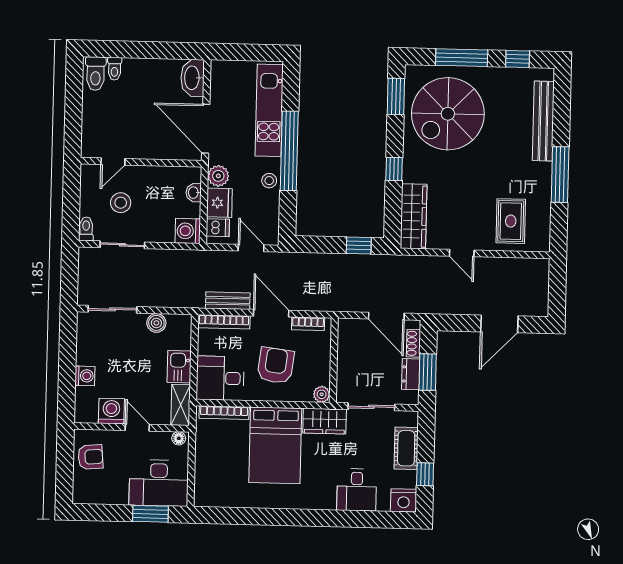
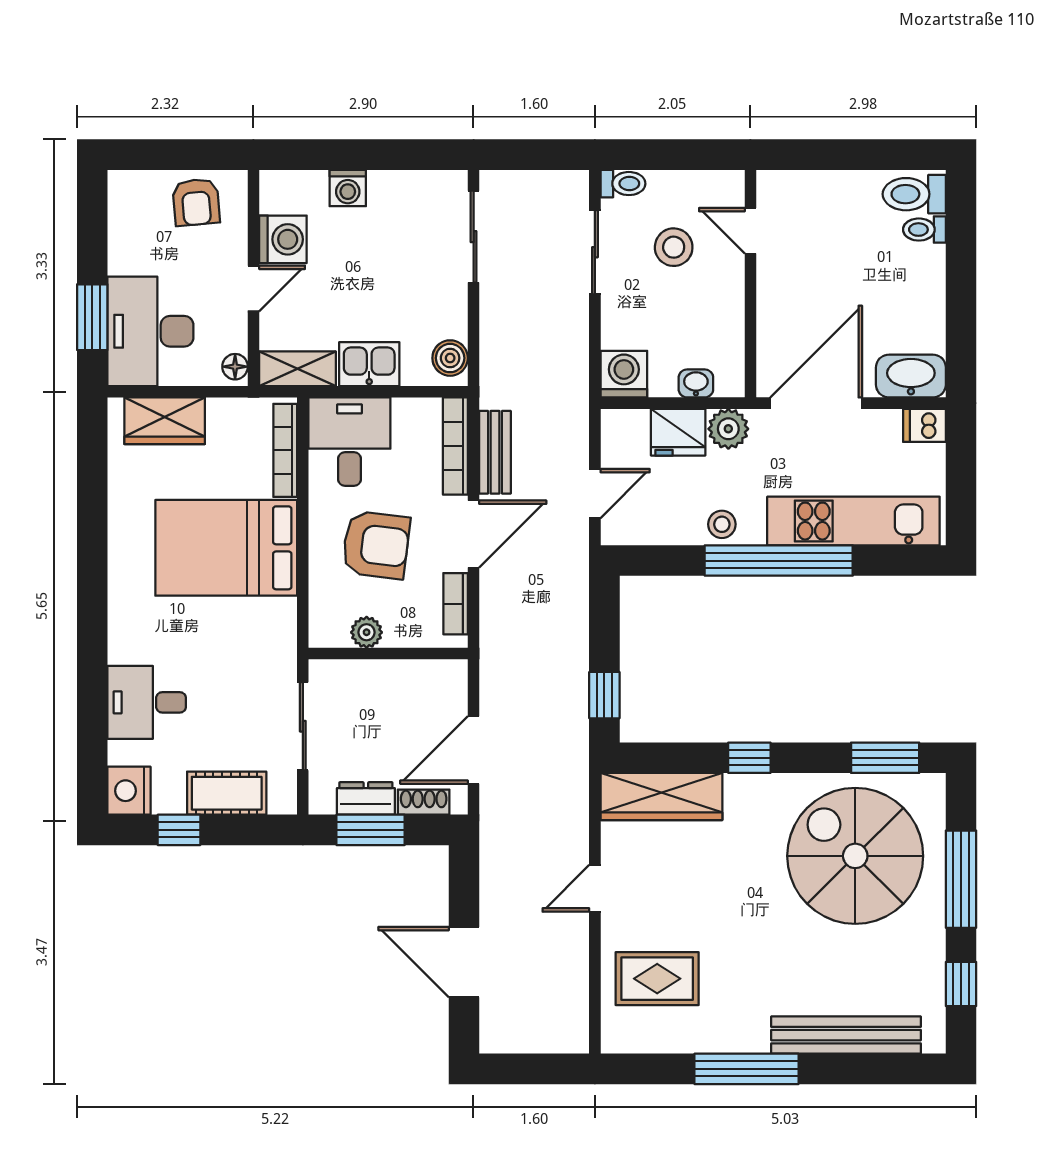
dishwasher: (218, 228) -> (924, 425), moved, turned 90
boiler: (156, 323) -> (450, 358), moved
plant: (322, 394) -> (367, 632), moved
wardrobe: (325, 421) -> (165, 421), moved, turned -90

